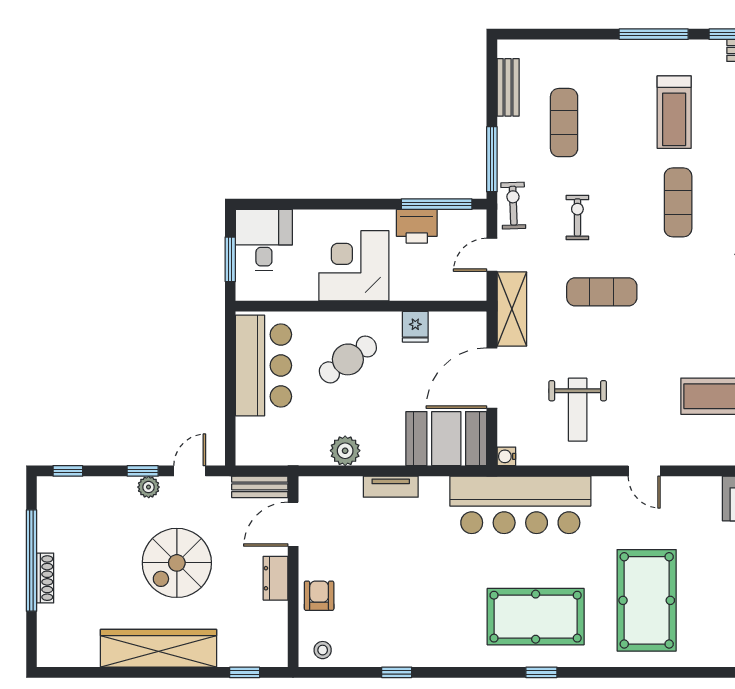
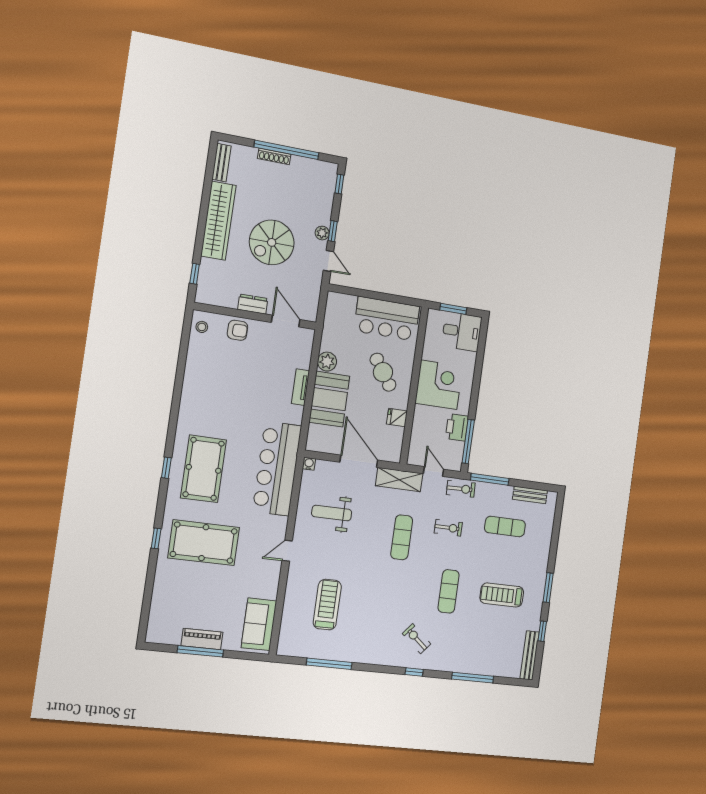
window: (654, 34) -> (548, 588), width x0.69
exercise mat: (678, 202) -> (449, 591), turned 90
booth: (446, 439) -> (329, 399), moved
bench: (260, 487) -> (221, 163), moved
spiral stairs: (177, 563) -> (272, 242), turned -90
window: (397, 672) -> (156, 538), moved

